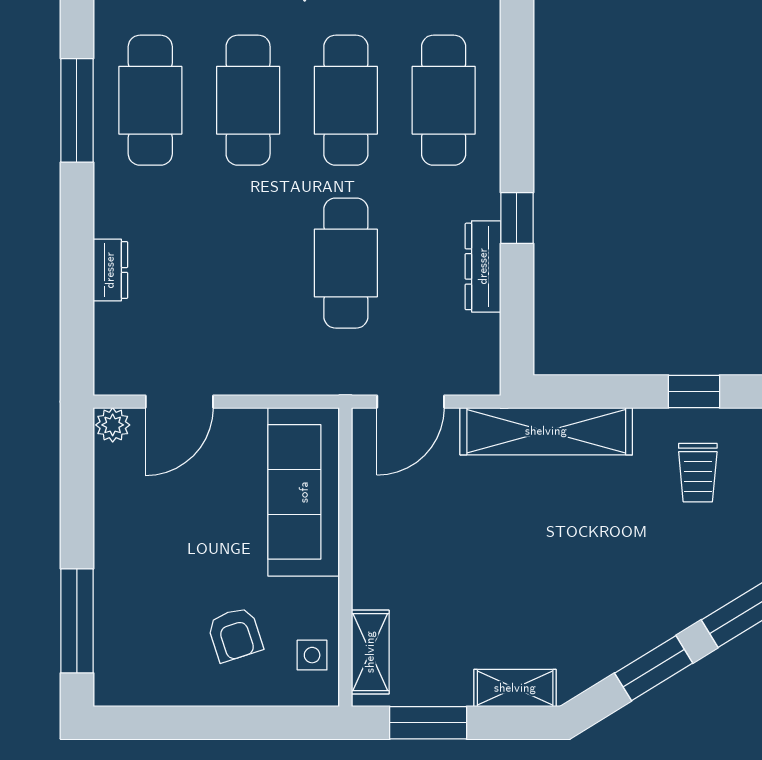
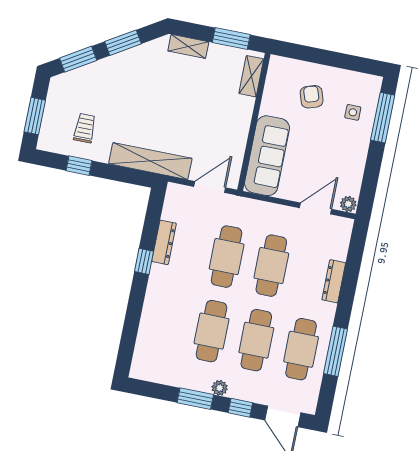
cafe table: (444, 100) -> (271, 266), moved
dresser: (110, 270) -> (334, 281), width x1.44
side table: (312, 655) -> (353, 112), moved

